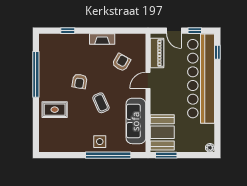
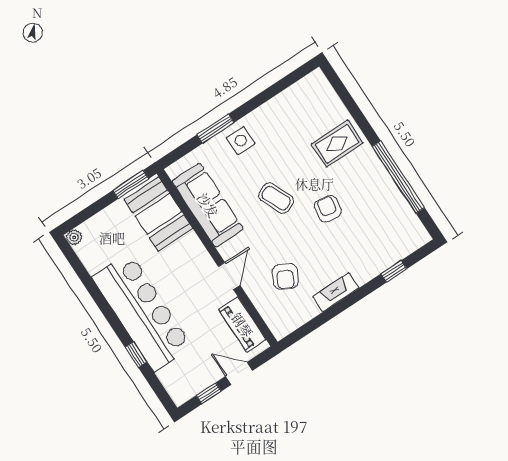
window: (217, 52) -> (136, 355), moved
bar counter: (201, 79) -> (142, 312), width x0.73
window: (108, 155) -> (215, 129), width x0.47

